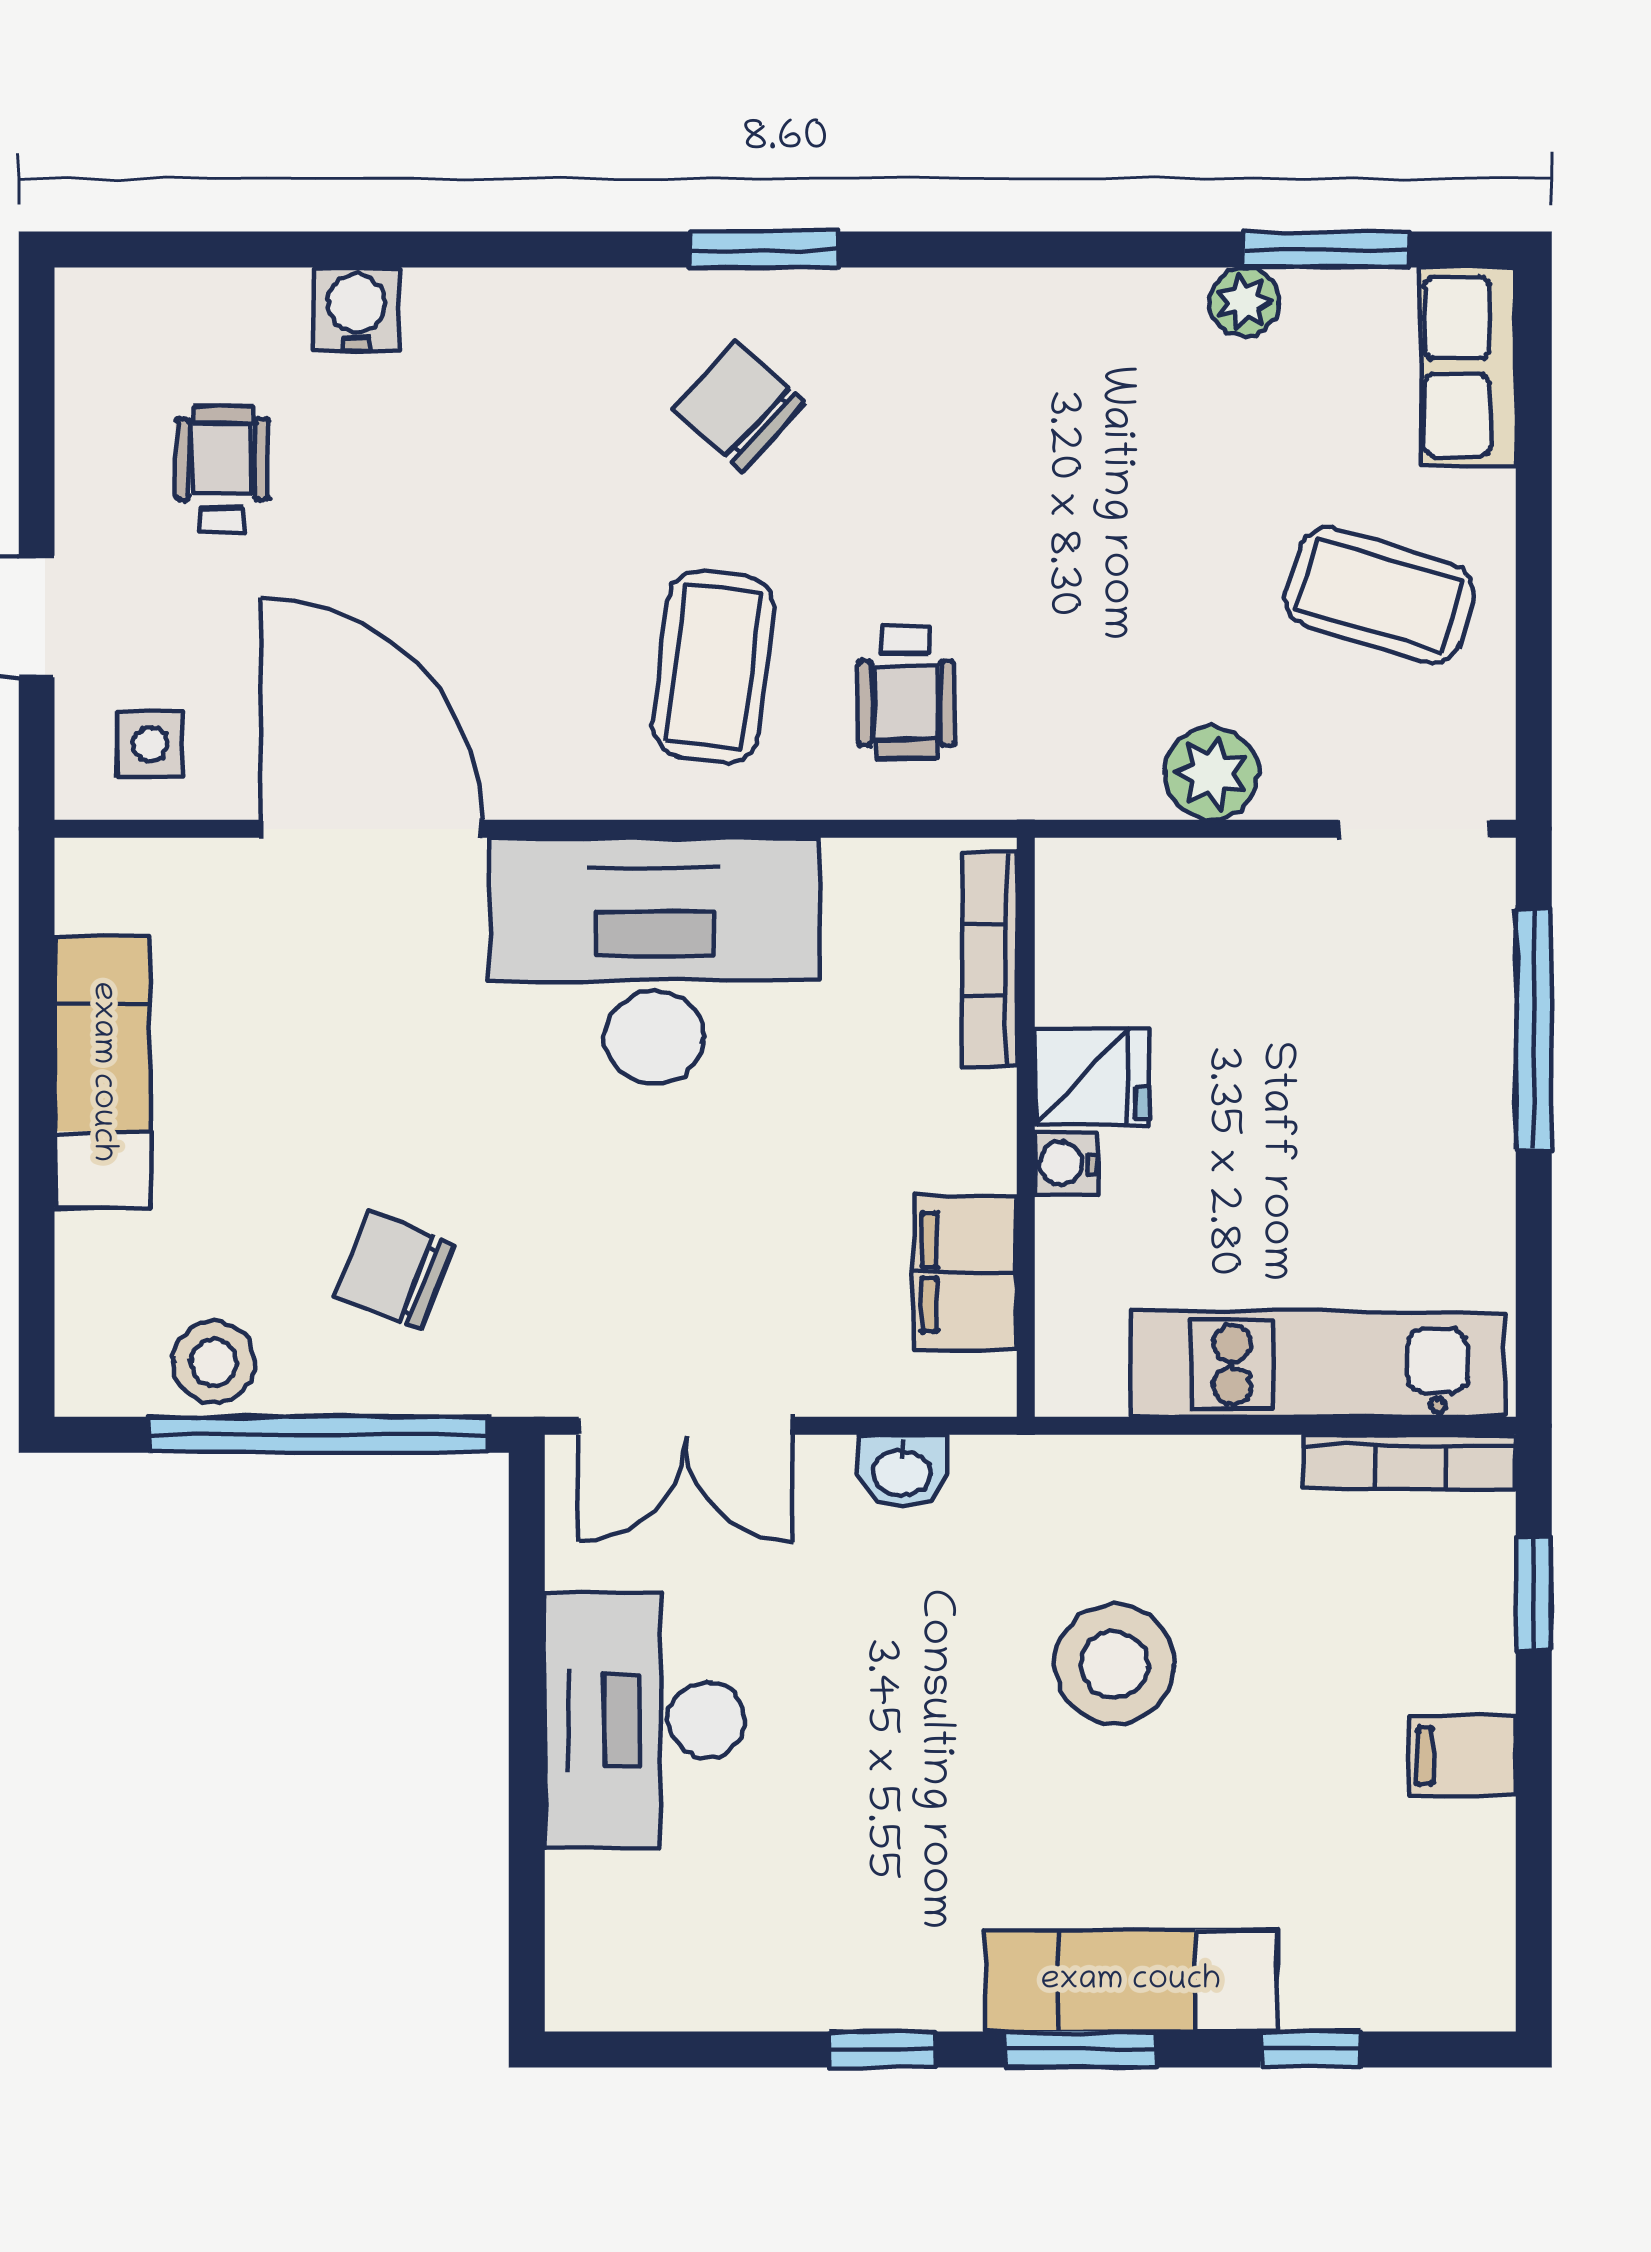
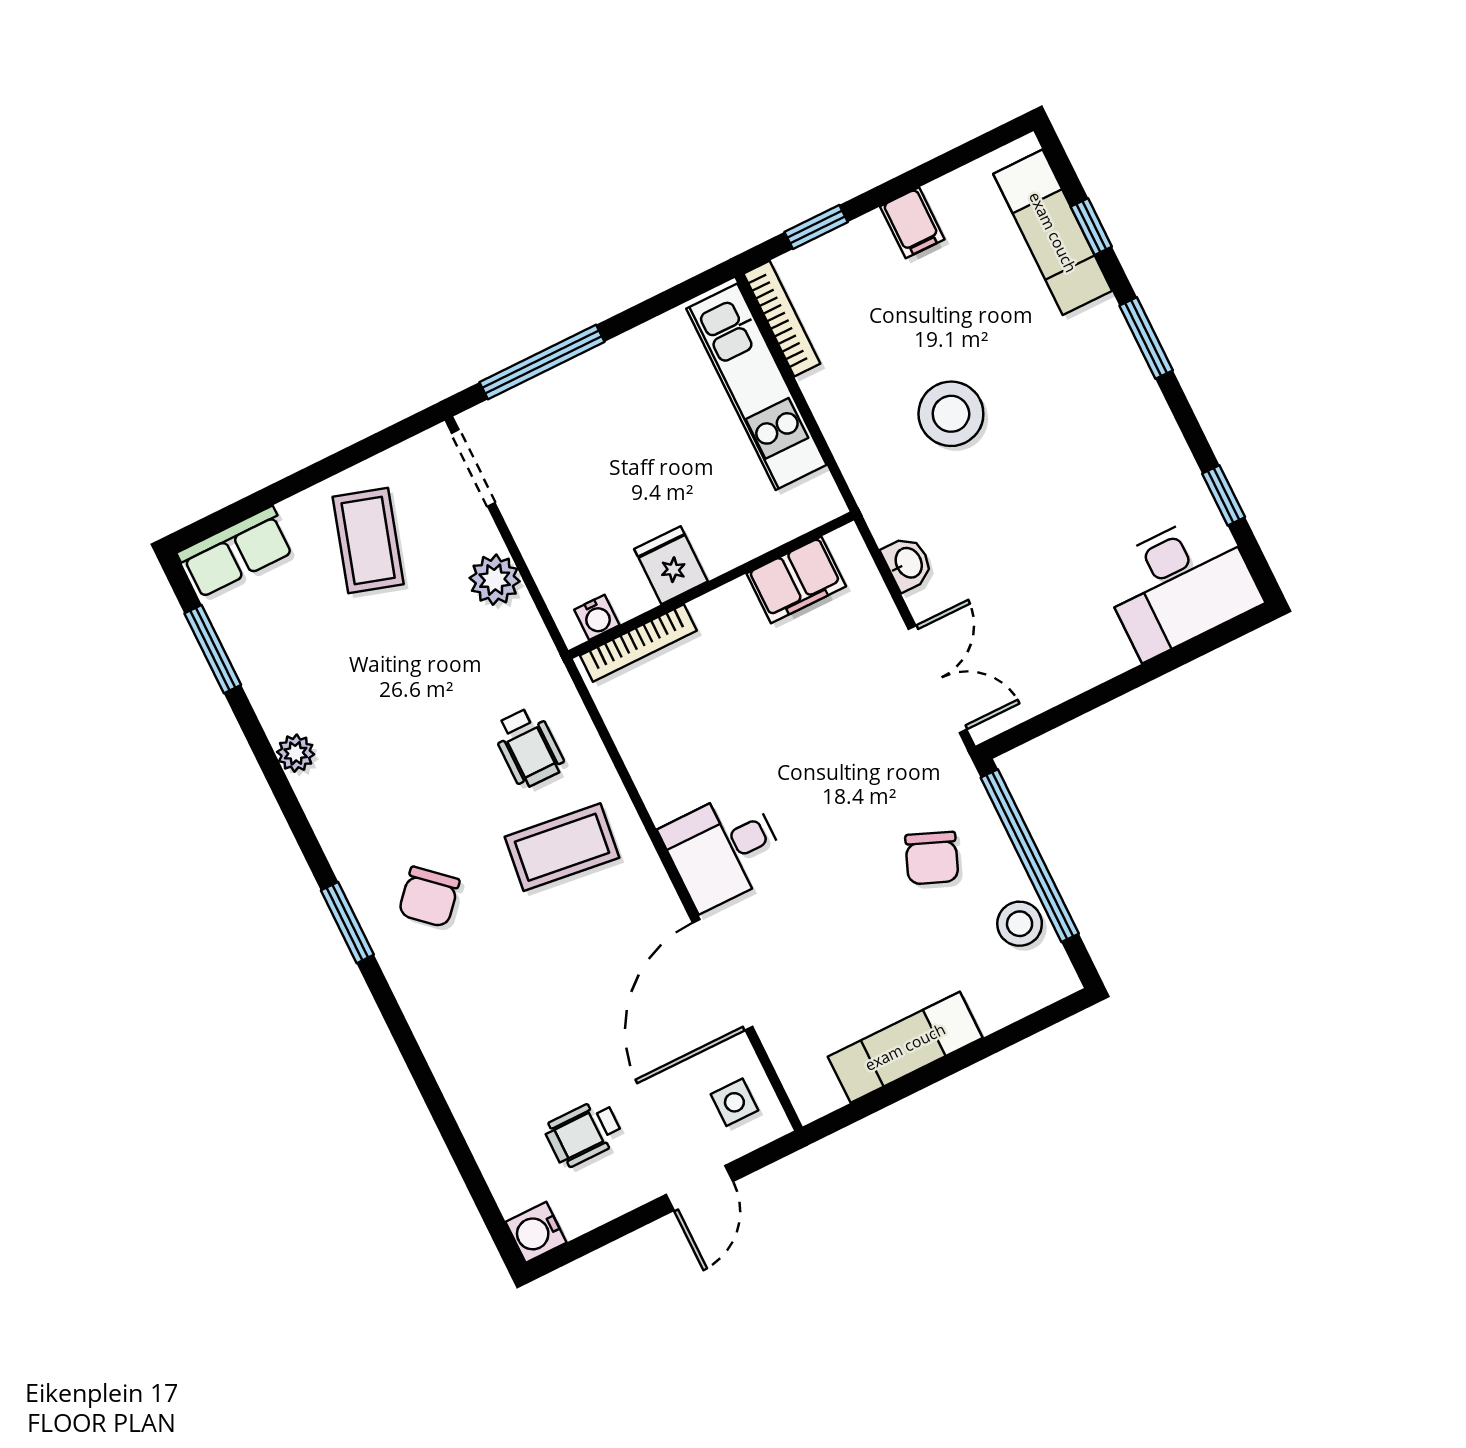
plant: (1244, 302) -> (296, 753), moved
water cooler: (357, 309) -> (536, 1232), moved
wheelchair: (906, 692) -> (529, 747), turned 90
desk: (654, 961) -> (724, 850), width x0.53, depth x0.77
water cooler: (1066, 1164) -> (597, 617), moved
desk: (644, 1720) -> (1180, 585), moved
exam couch: (1131, 1981) -> (1053, 232), moved
window: (882, 2050) -> (1224, 495), moved

